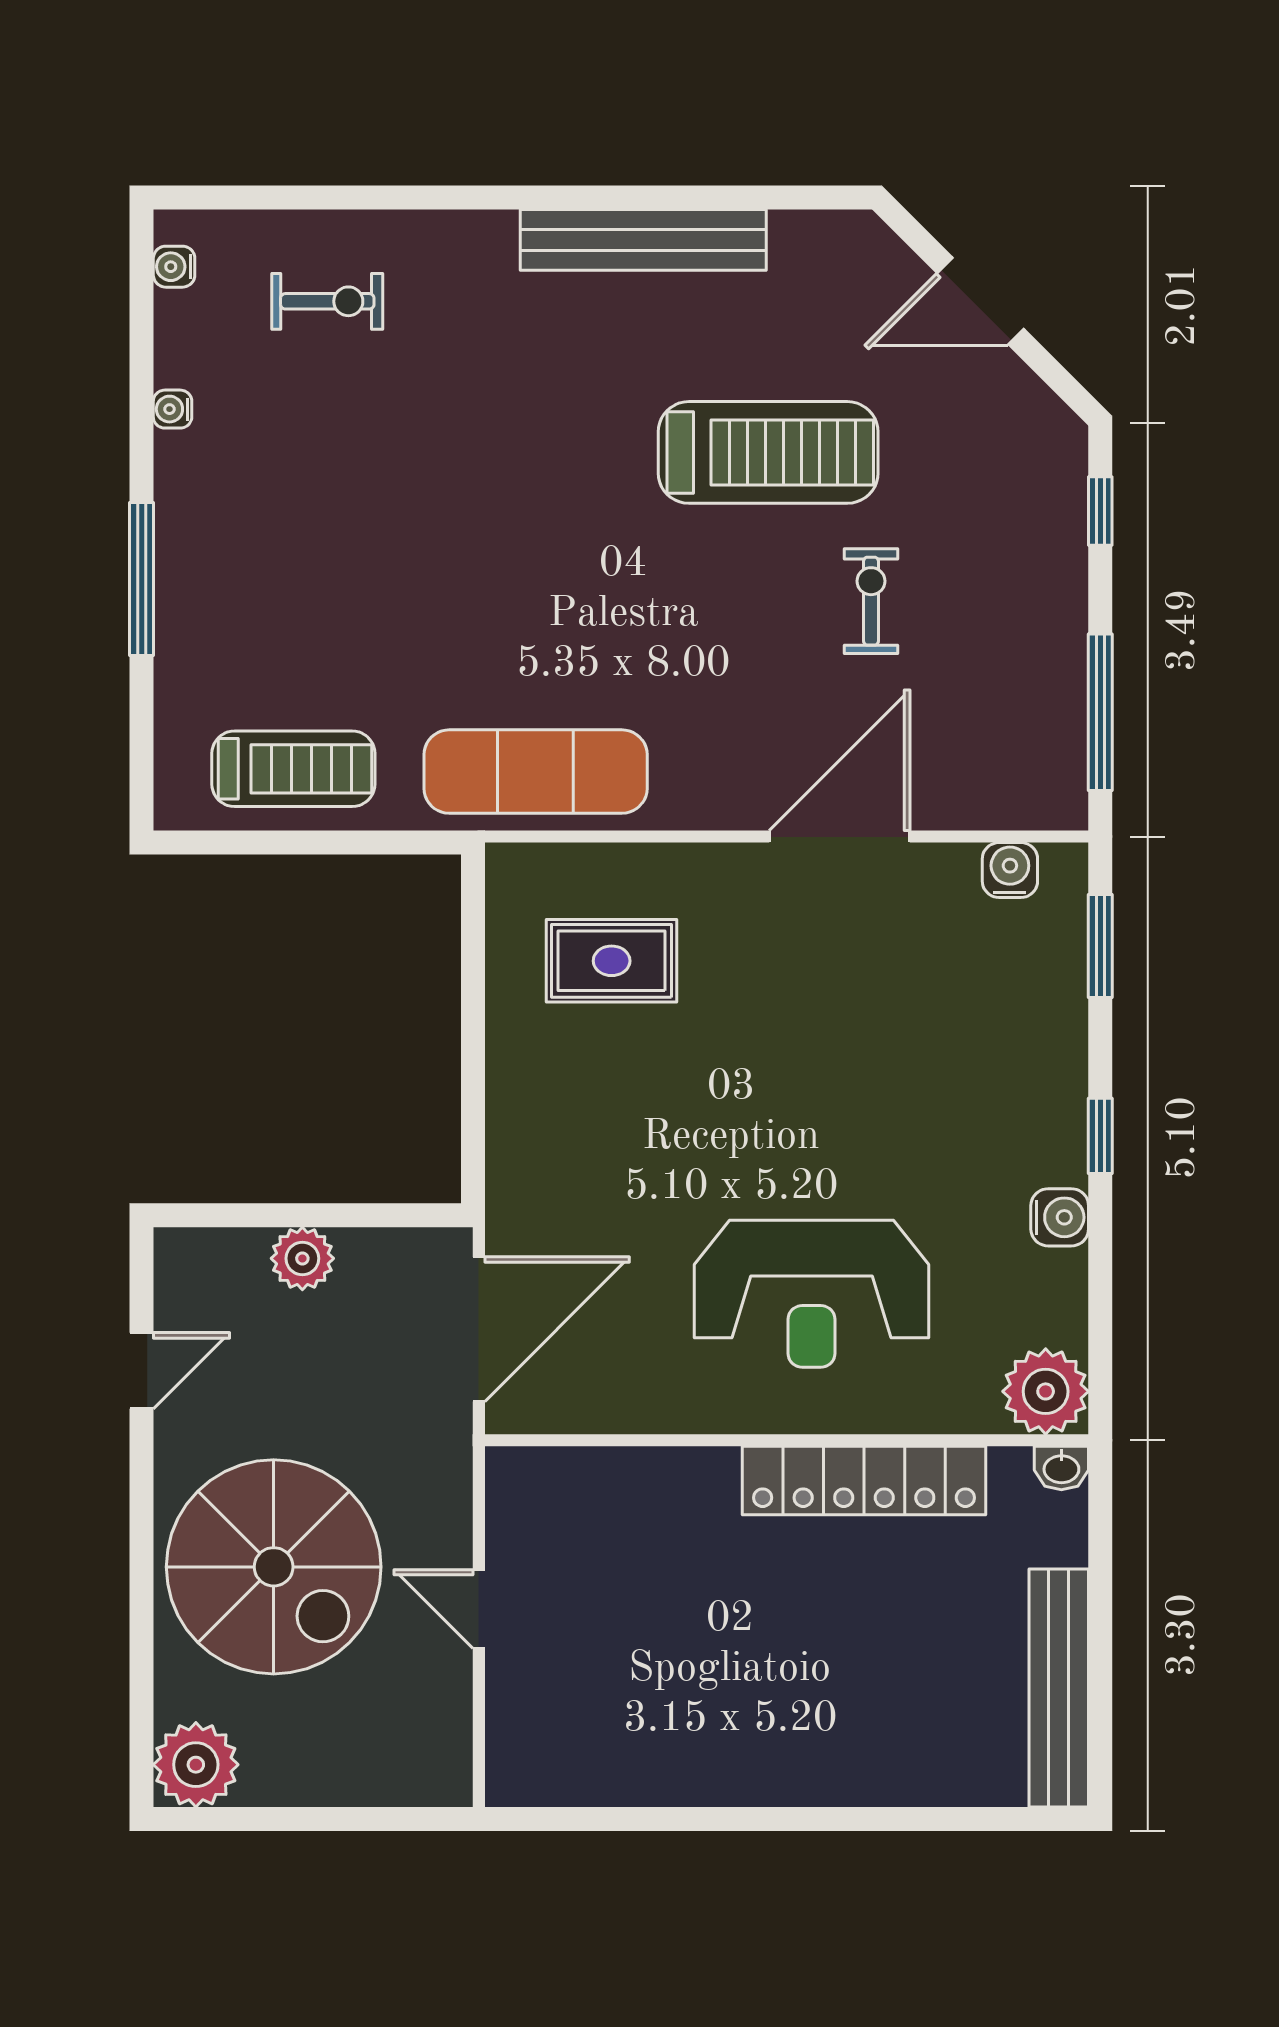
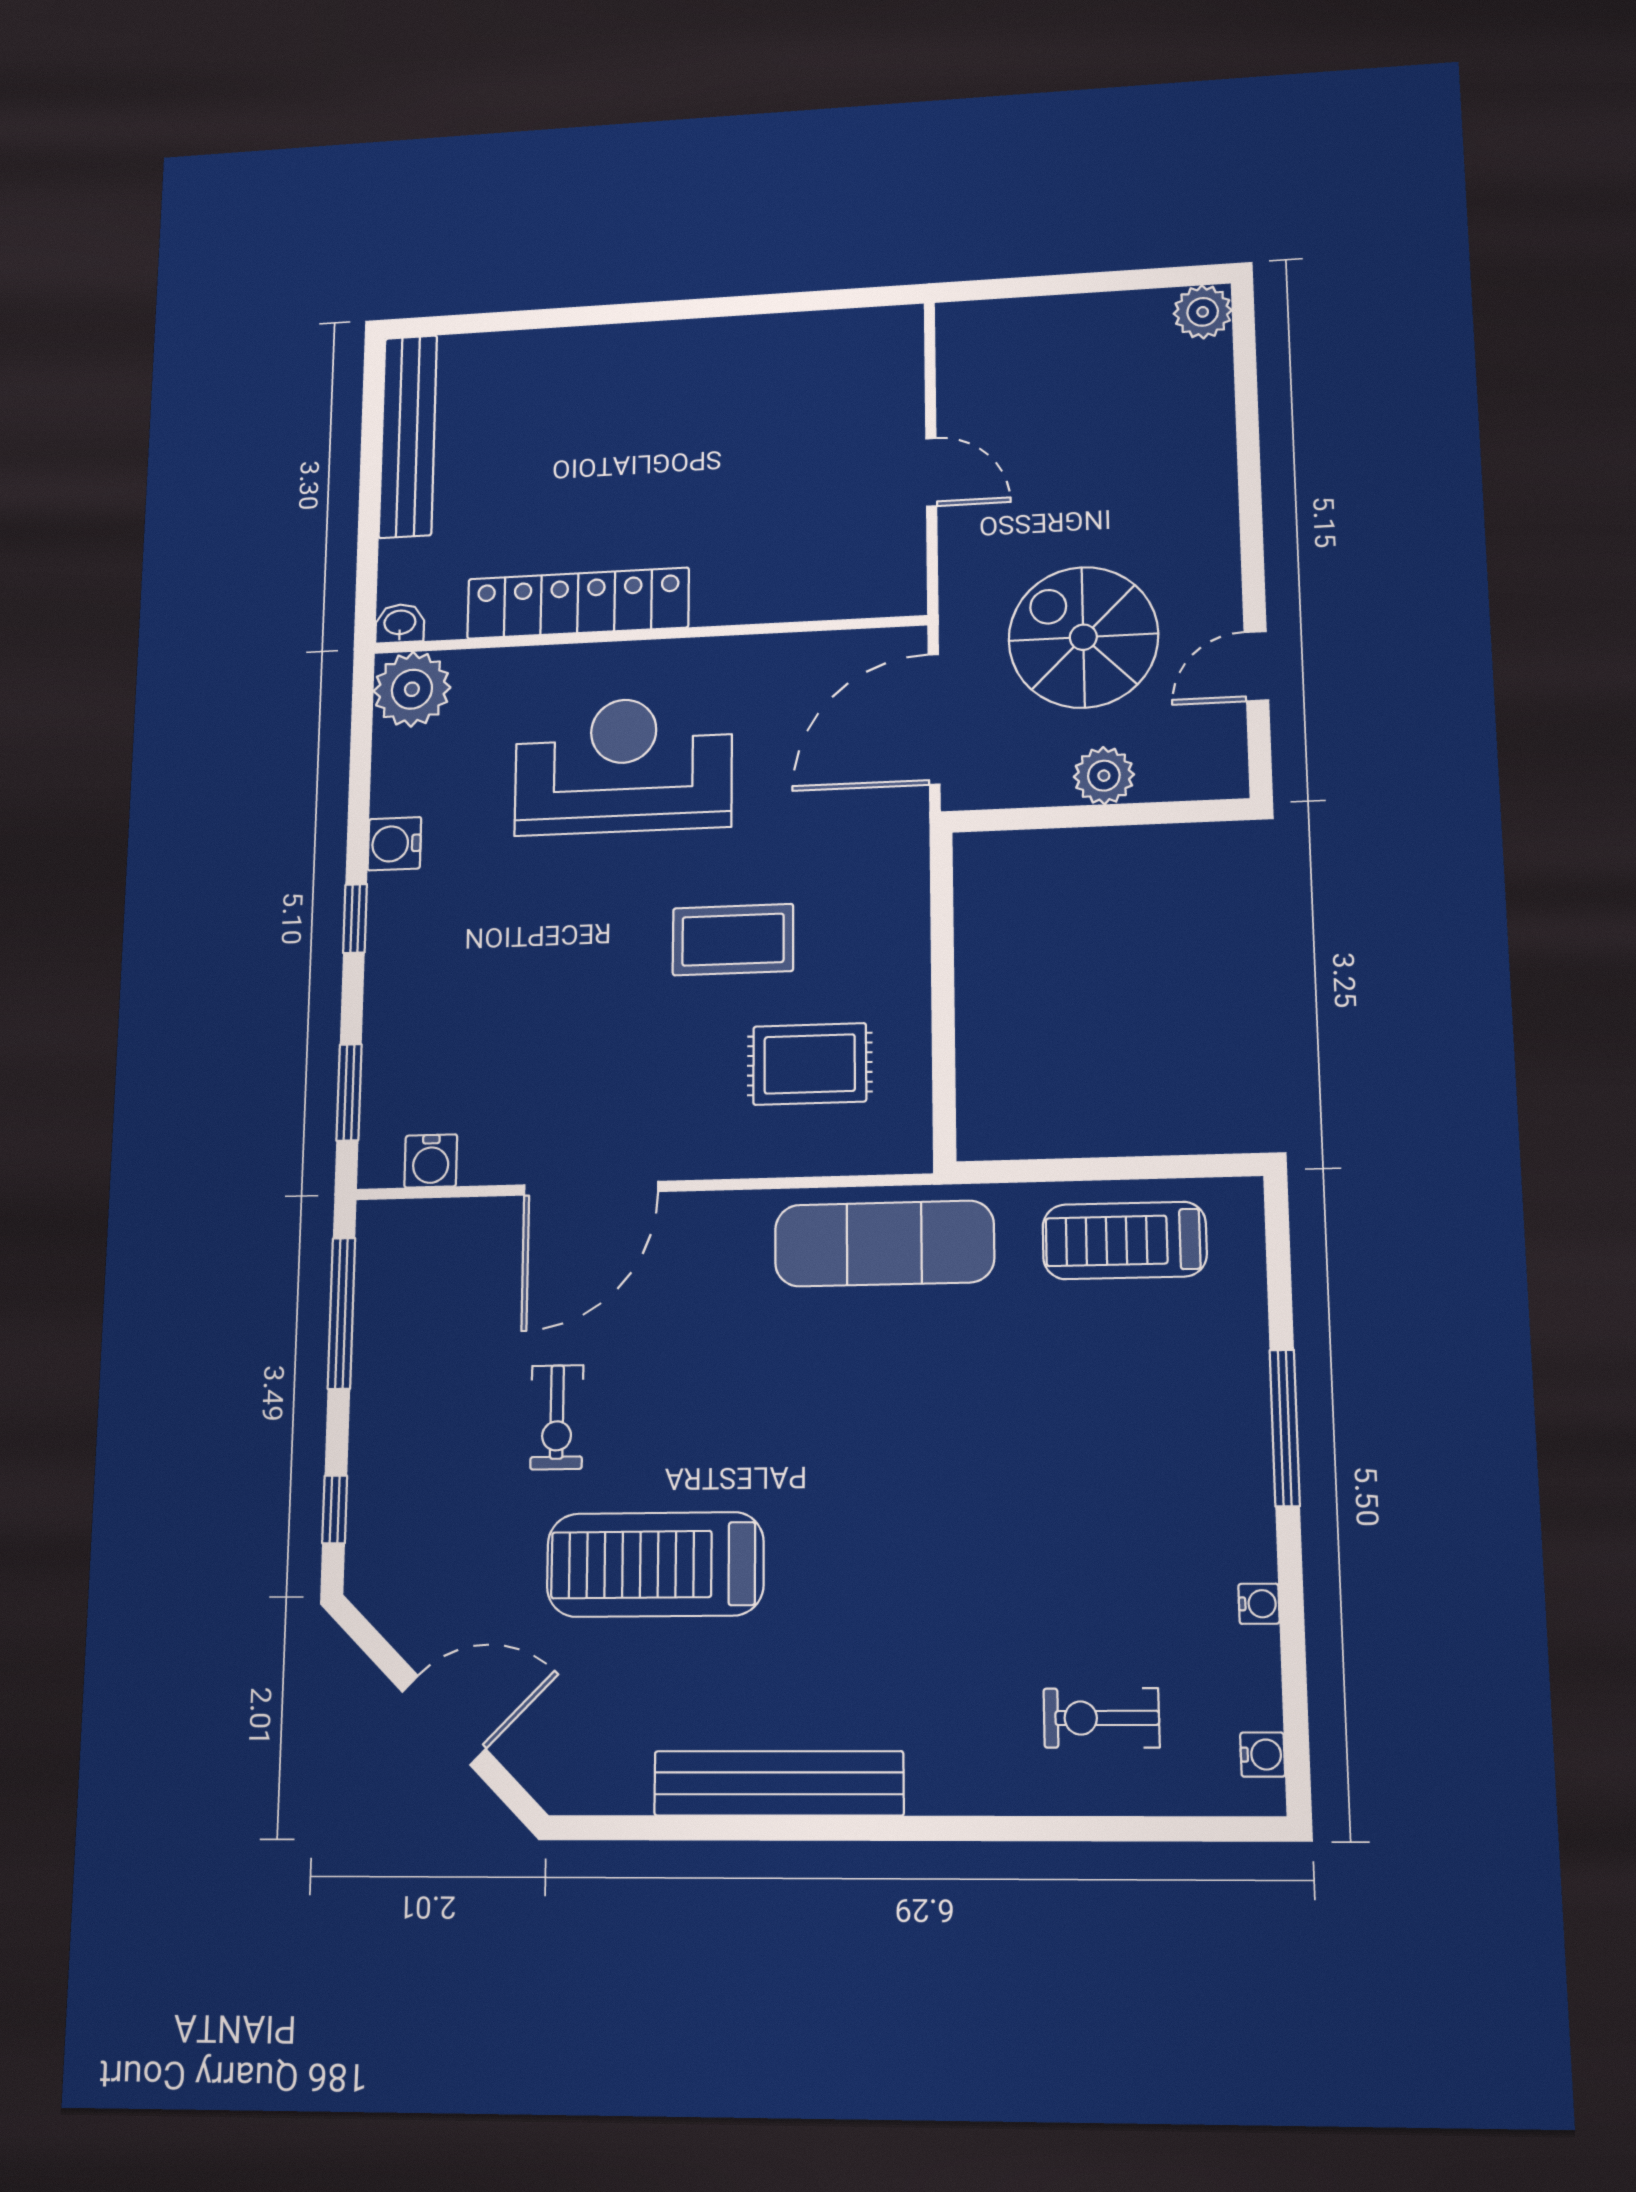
coffee table: (692, 1097) -> (733, 940), added
spiral stairs: (274, 1567) -> (1083, 637), moved, width x0.73, depth x0.73
plant: (196, 1765) -> (1203, 312), width x0.73, depth x0.73

